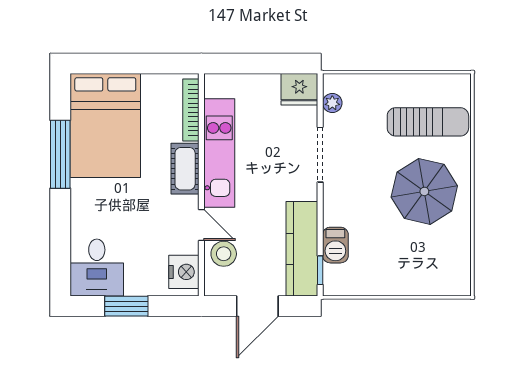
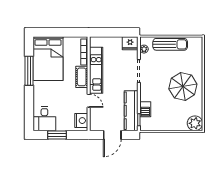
sun lounger: (428, 122) -> (170, 44), moved
stool: (224, 254) -> (98, 113), removed
plant: (453, 278) -> (195, 123), added

